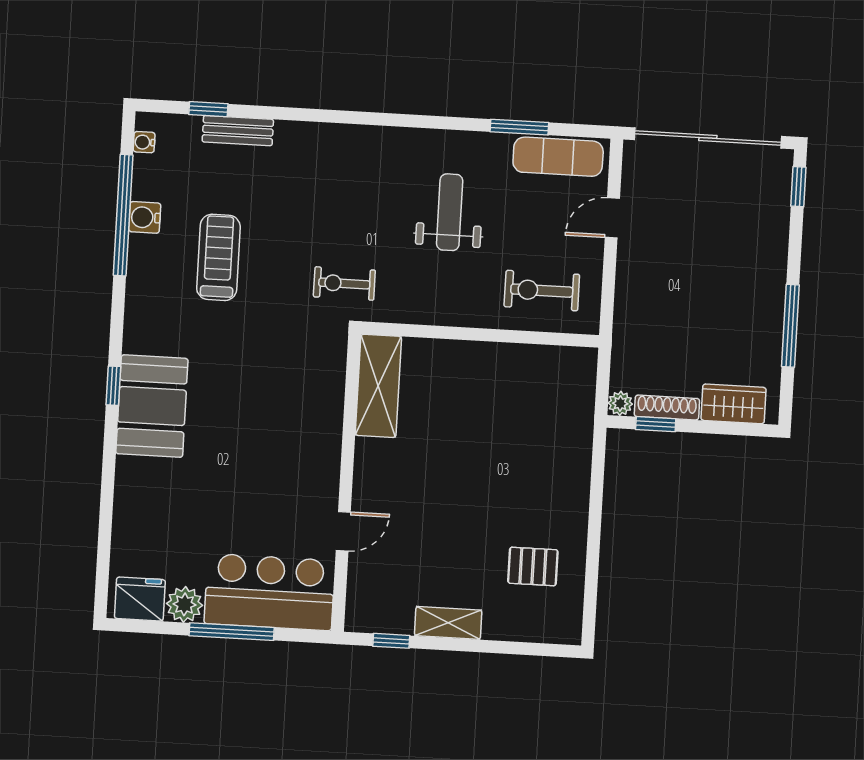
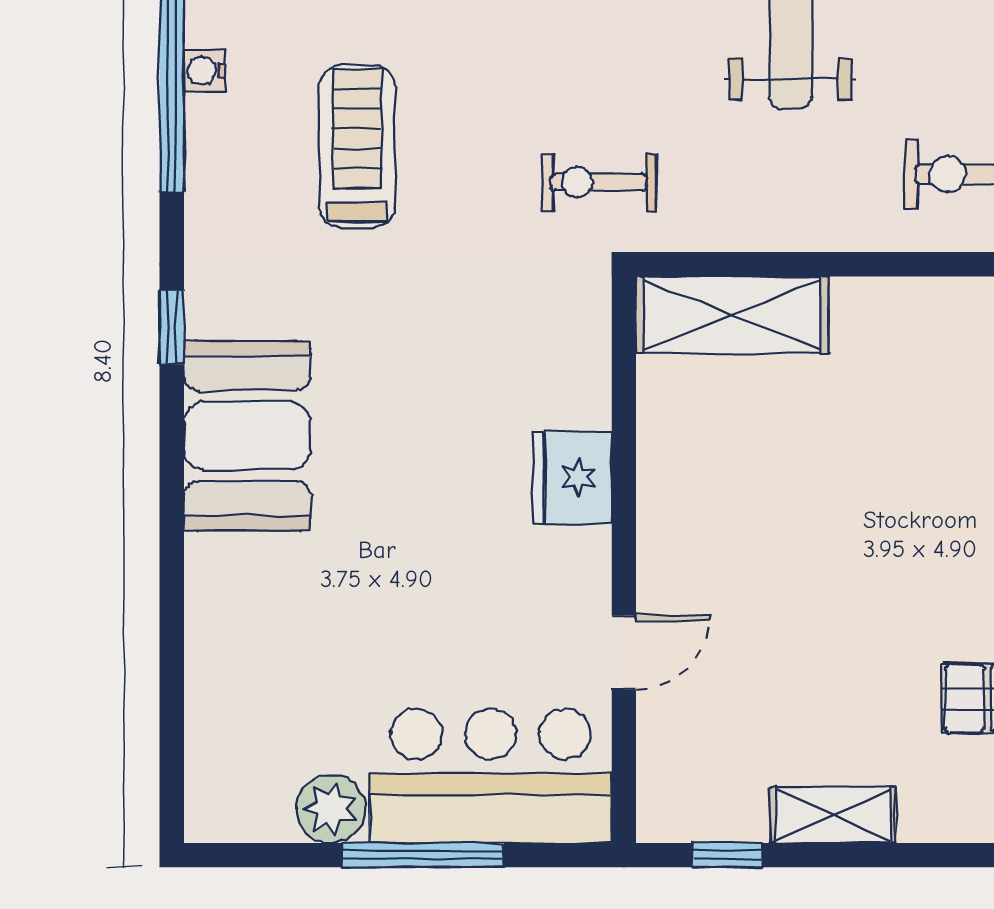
water cooler: (145, 217) -> (205, 71), width x0.72, depth x0.72
window: (113, 386) -> (172, 327), moved
shelving: (378, 386) -> (732, 315), moved, turned 90
fridge: (140, 599) -> (572, 478), moved, turned -90

